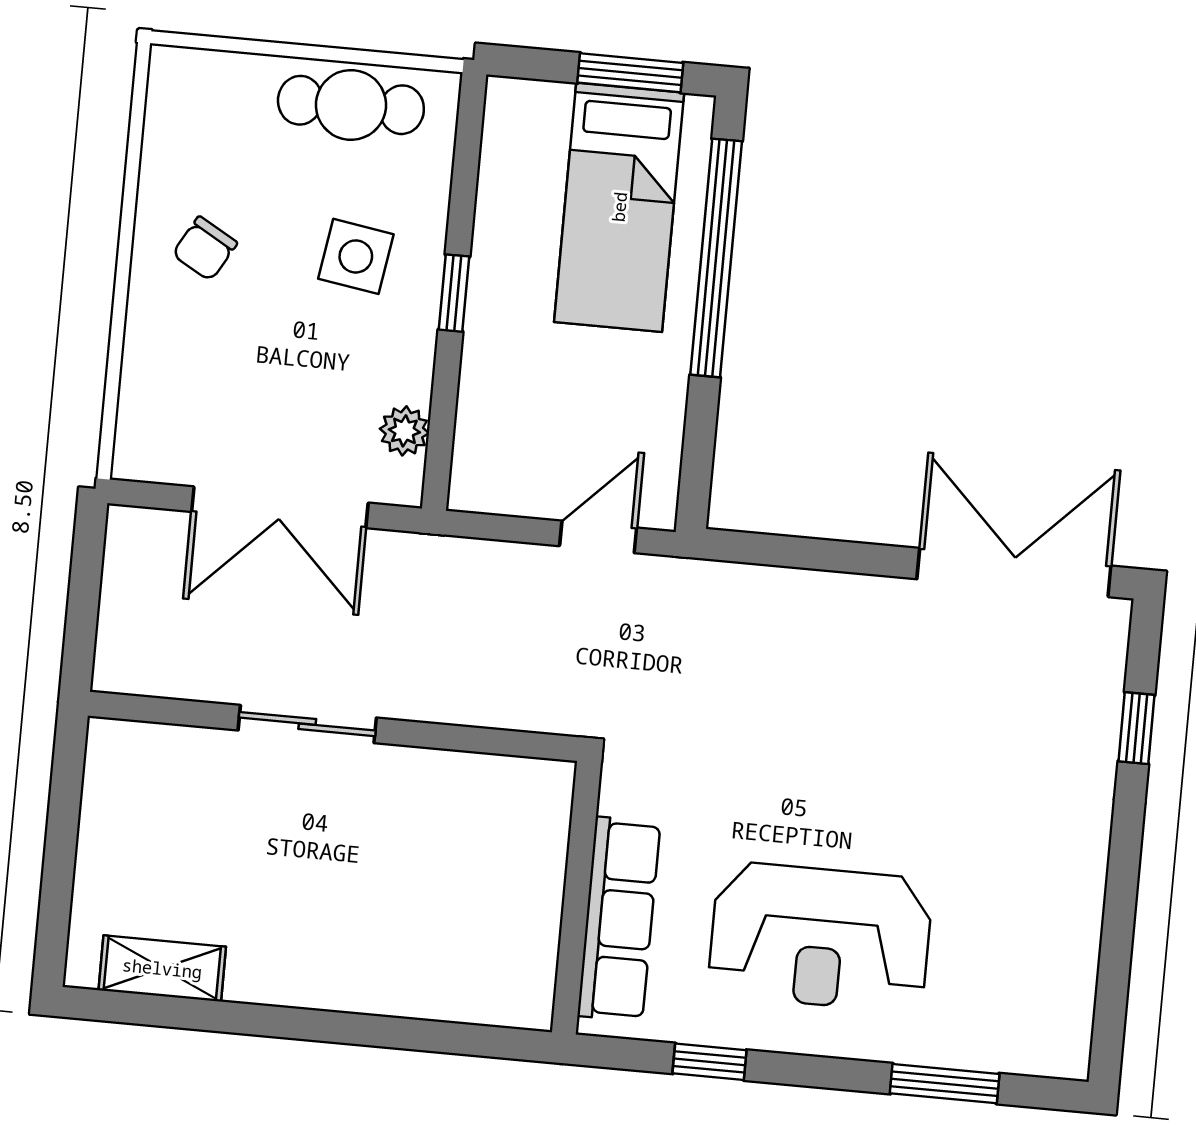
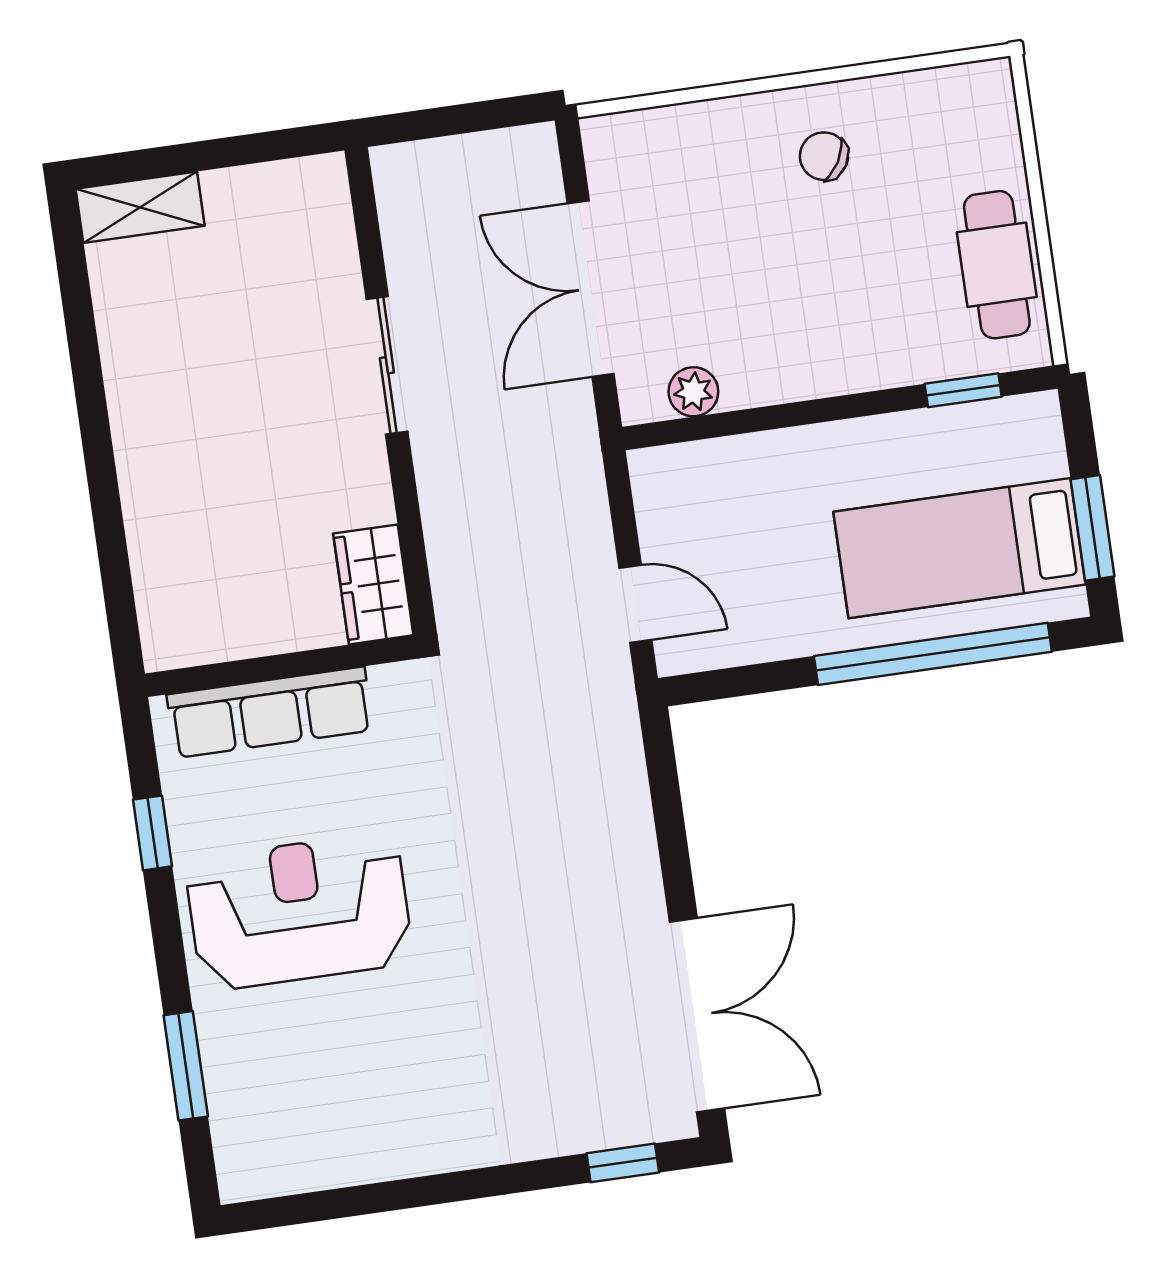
side table: (356, 256) -> (851, 304), removed
window: (454, 293) -> (963, 390), moved
window: (1137, 728) -> (623, 1163), moved
wardrobe: (518, 788) -> (373, 584), added
reception desk: (820, 937) -> (299, 911), turned 90
shelving: (162, 968) -> (140, 207), moved, turned 90

